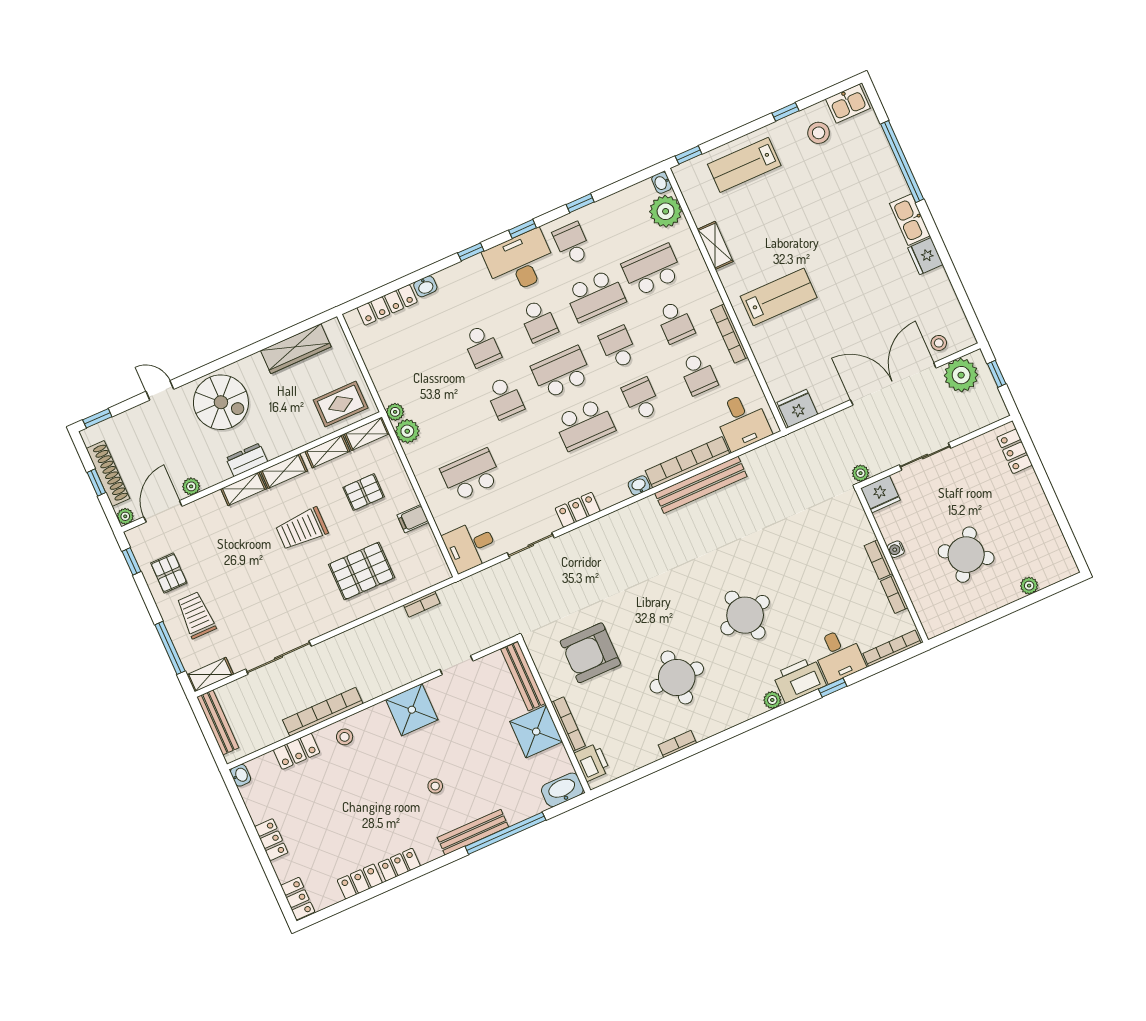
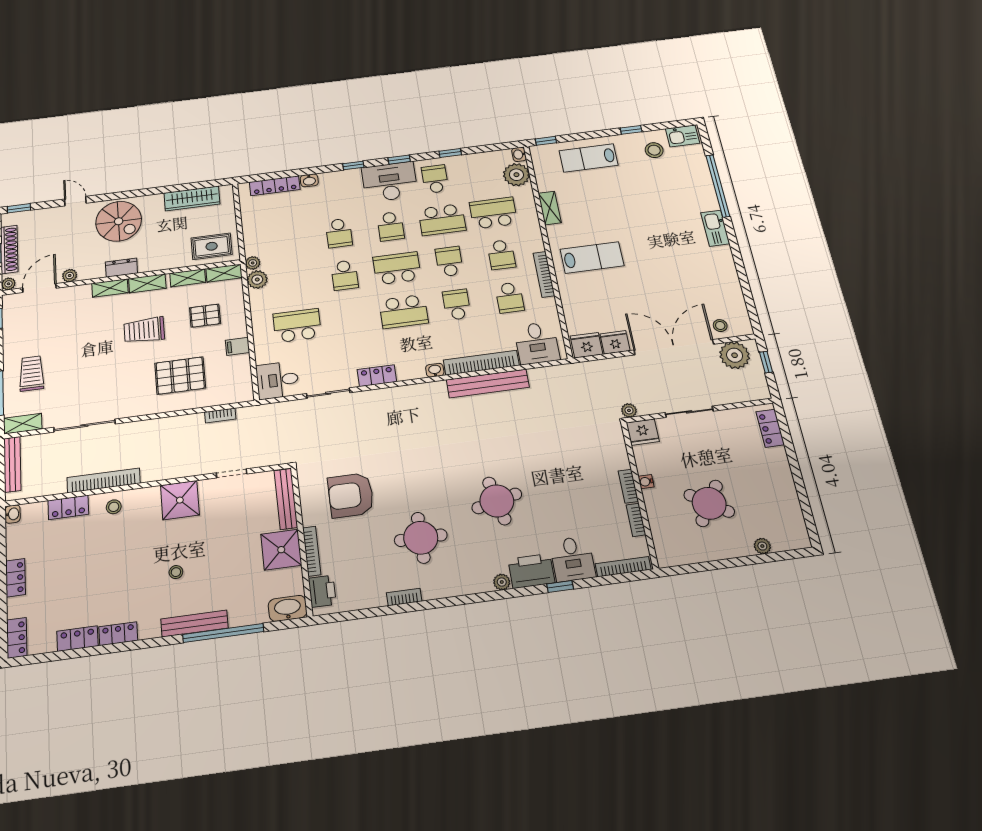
fridge: (925, 256) -> (615, 342), moved, turned 90
pallet: (169, 573) -> (24, 335), removed

